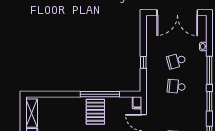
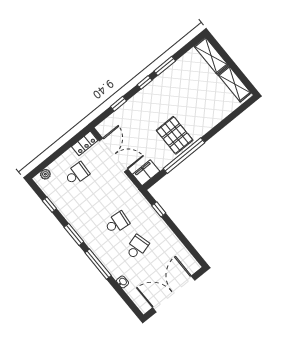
window: (143, 62) -> (159, 209), moved
filing cabinet: (137, 103) -> (146, 173), width x2.00

